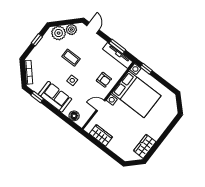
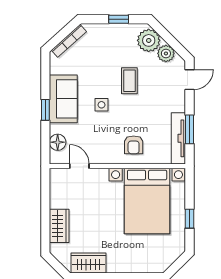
window: (146, 69) -> (189, 219), moved
window: (37, 97) -> (45, 110), moved
door: (101, 106) -> (79, 166), moved
wardrobe: (101, 135) -> (59, 226), moved

